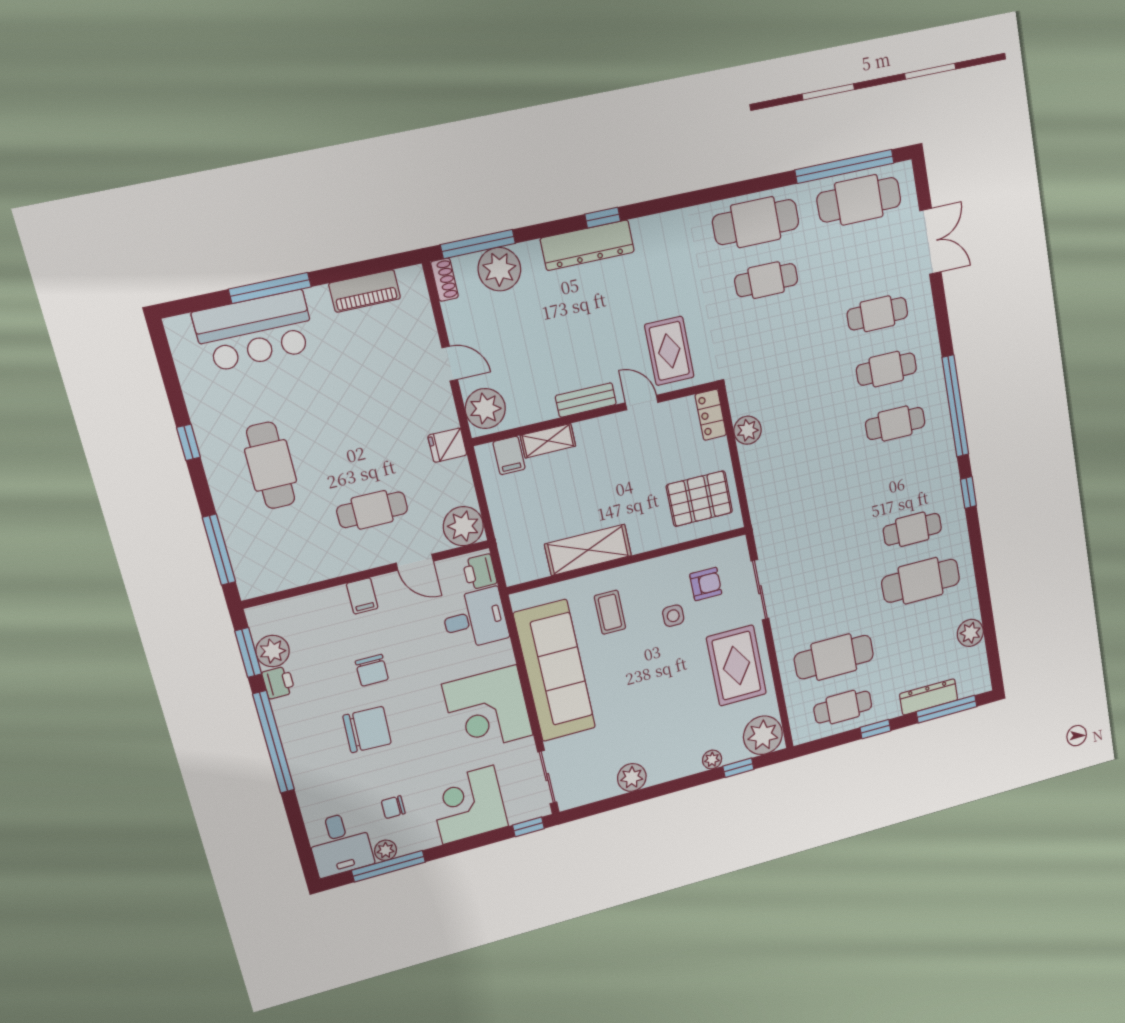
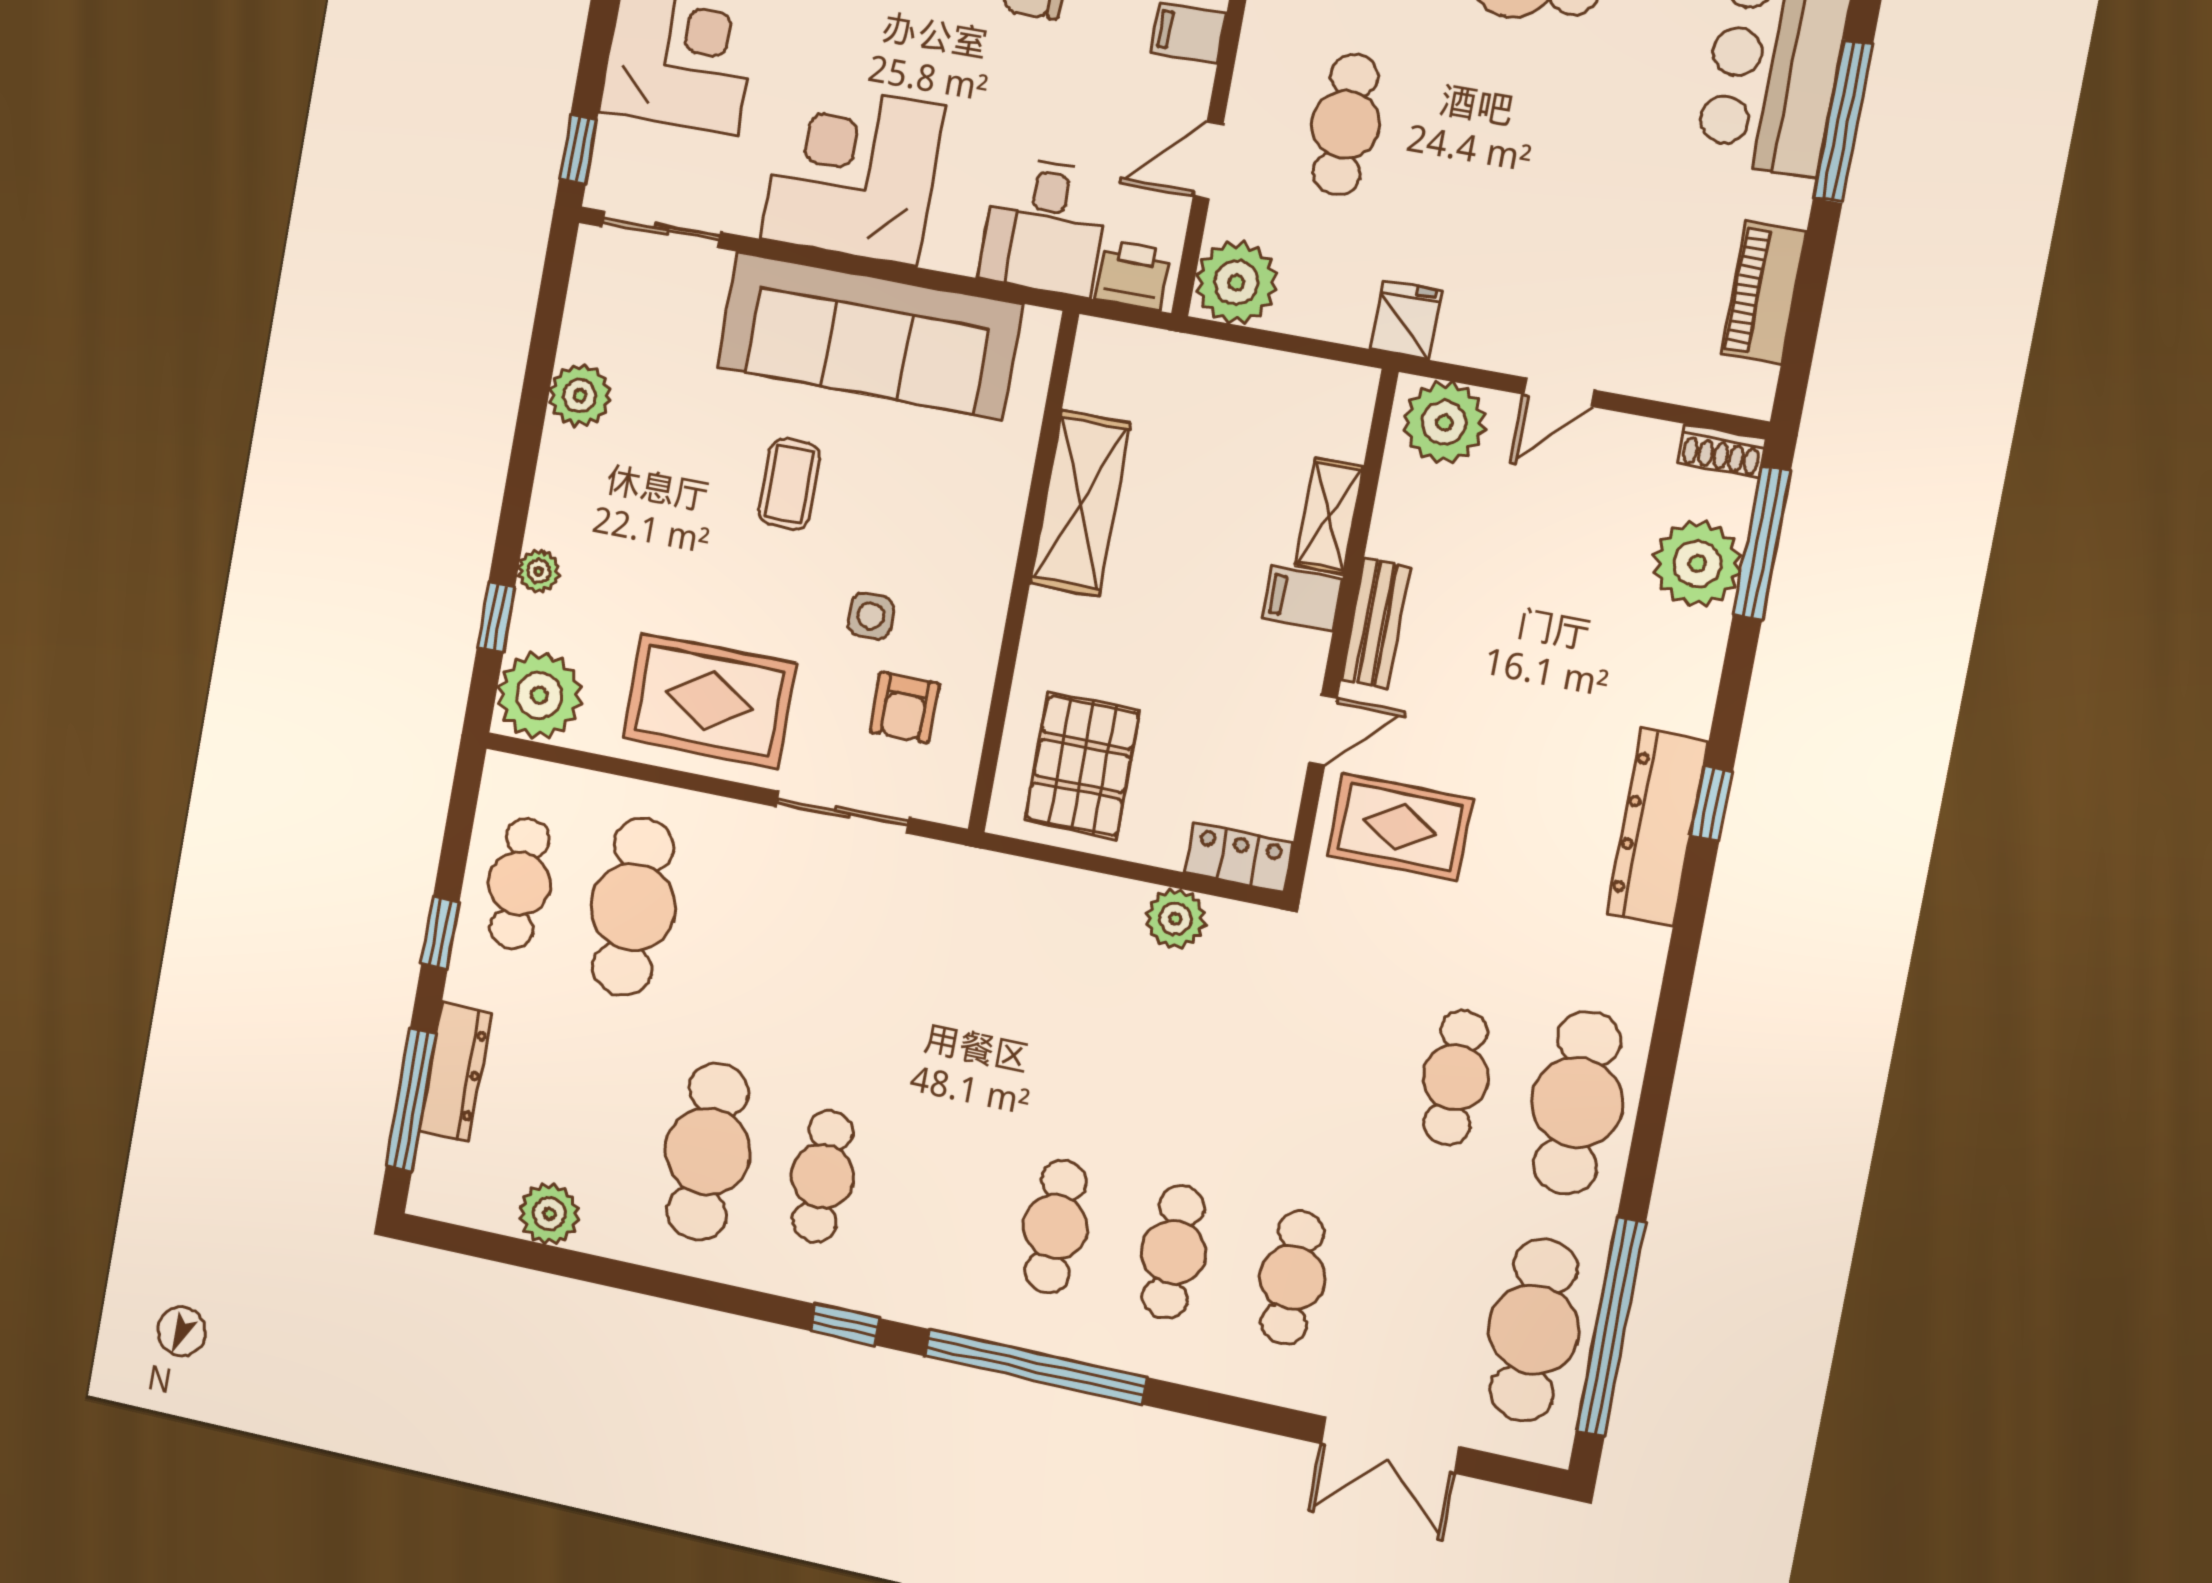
dresser: (587, 245) -> (1657, 827), moved
filing cabinet: (509, 455) -> (1302, 599), moved
coffee table: (610, 612) -> (789, 484), moved, turned 90

